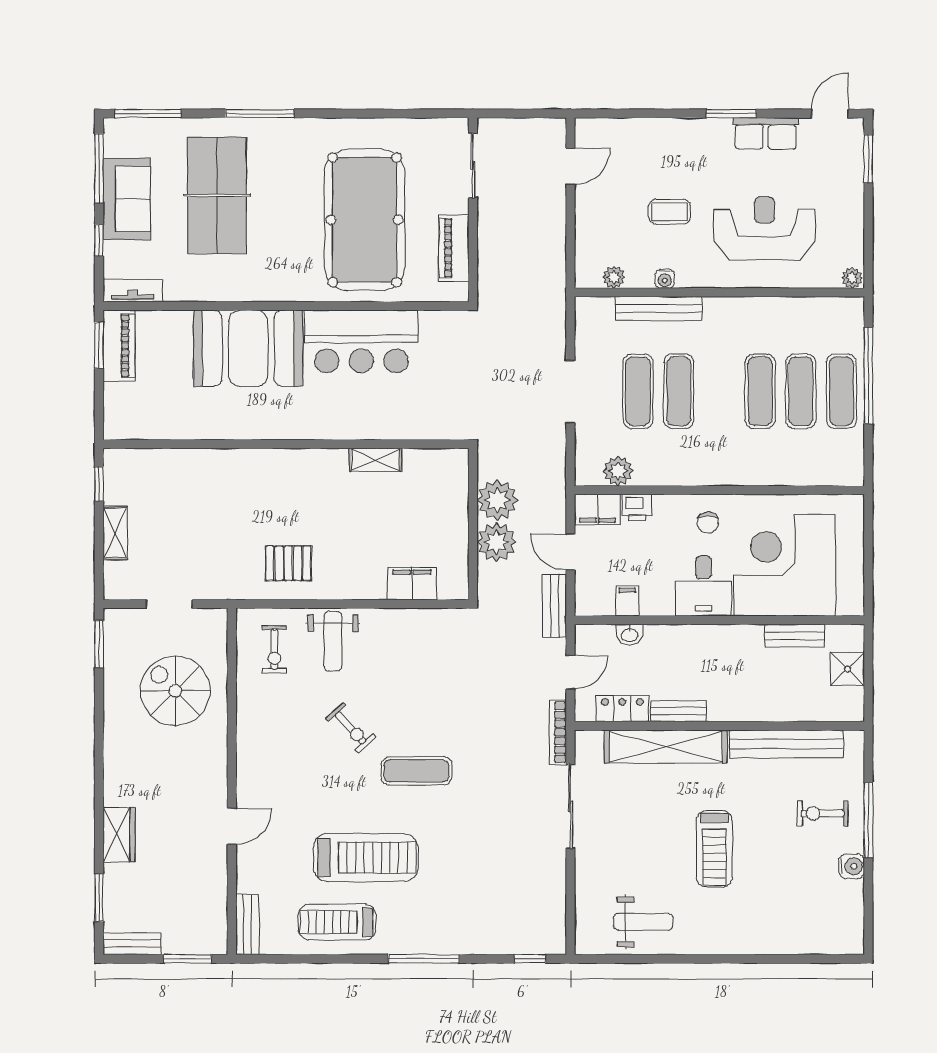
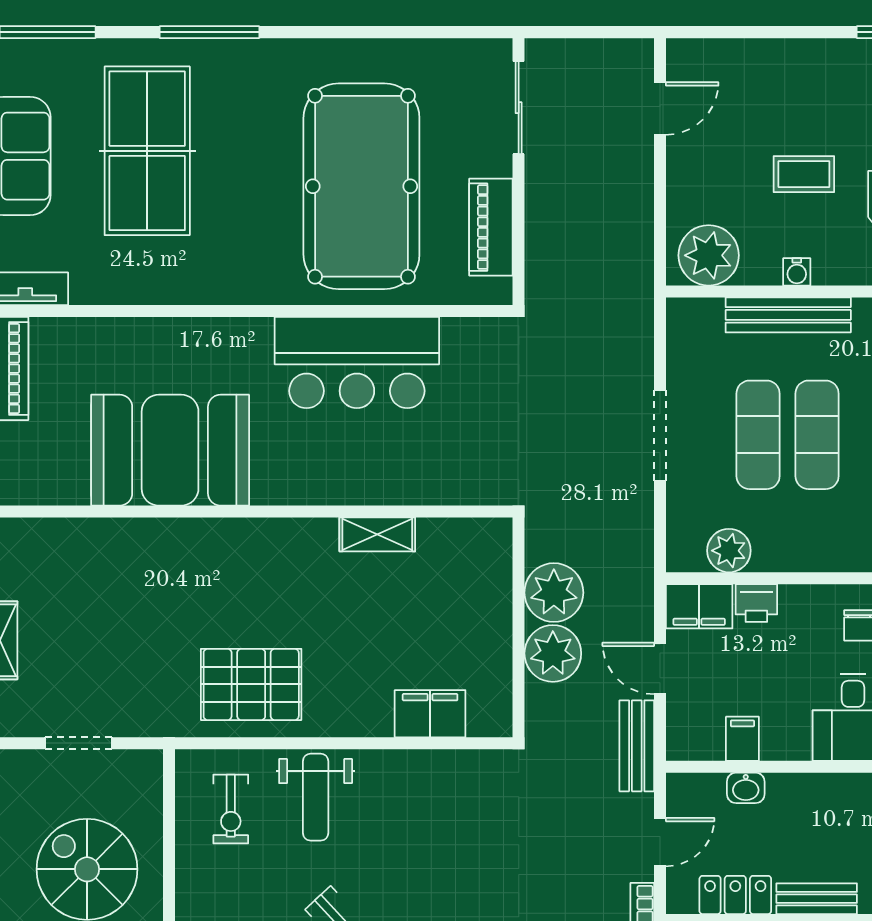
plant: (614, 277) -> (709, 255), width x1.88, depth x1.88
booth: (248, 348) -> (170, 450), moved
pallet: (288, 563) -> (251, 684), width x1.50, depth x1.42

